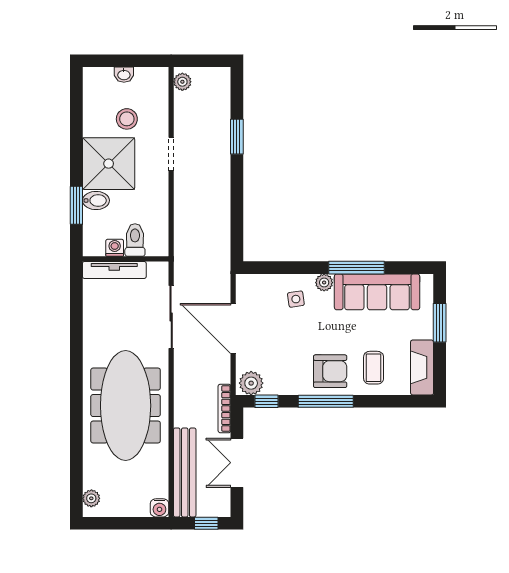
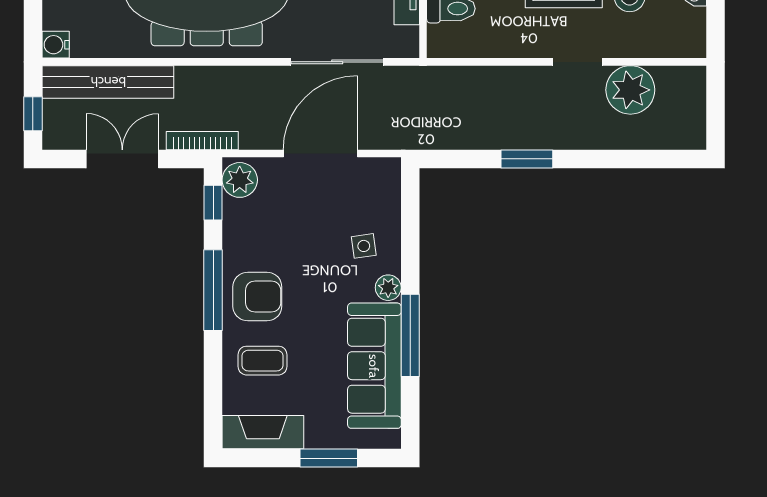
plant: (182, 82) -> (630, 90), moved, width x1.88, depth x1.88
window: (237, 137) -> (527, 159), moved
armchair: (330, 371) -> (257, 297), turned -90

